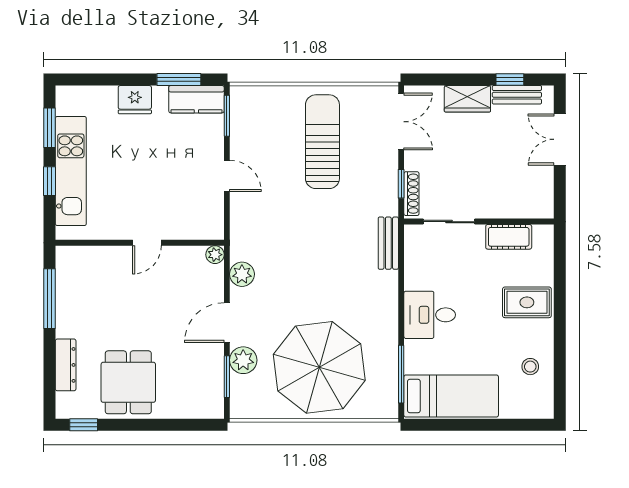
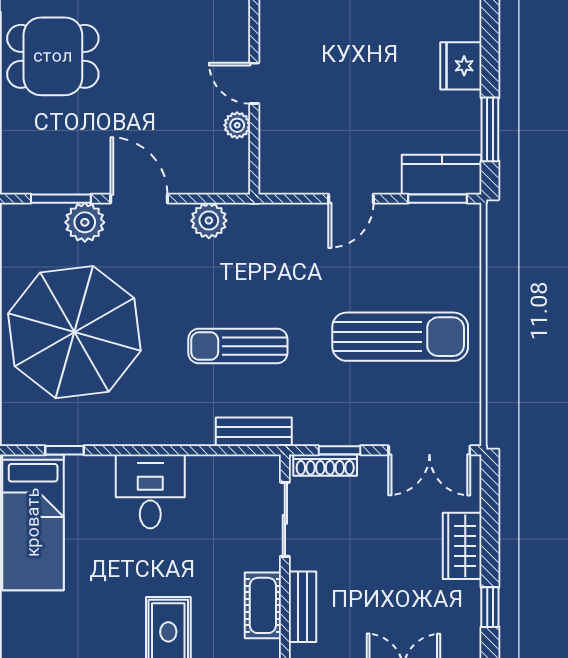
bench: (517, 95) -> (303, 607), moved
kitchen counter: (196, 99) -> (442, 175), moved, turned 90
sun lounger: (329, 254) -> (238, 346), added
plant: (215, 255) -> (237, 125), moved
stool: (530, 367) -> (76, 637), removed
window: (401, 374) -> (65, 450), width x0.46

